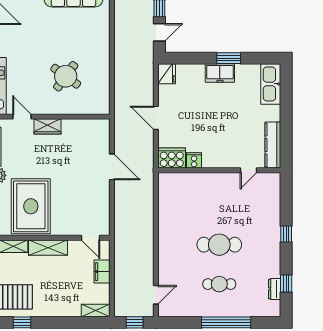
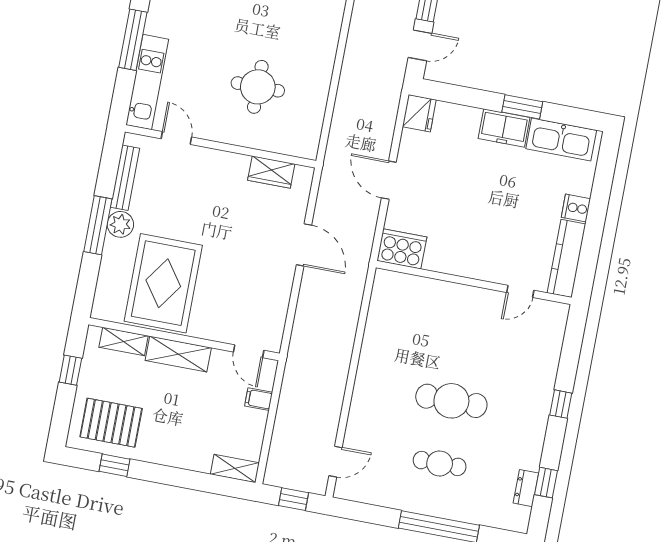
round table: (66, 76) -> (258, 87), turned -36
kitchen sink: (271, 84) -> (561, 139), moved, turned -90
wardrobe: (48, 126) -> (271, 172), moved
cooker: (194, 160) -> (576, 208), moved, turned -90
filing cabinet: (102, 272) -> (259, 399), width x0.50

